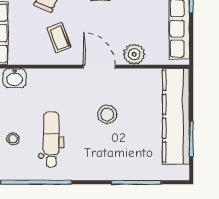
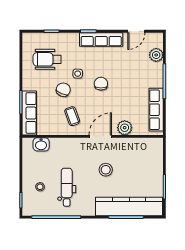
door: (99, 67) -> (100, 136), hinge flipped
kitchen counter: (176, 116) -> (129, 206), moved, turned 90

